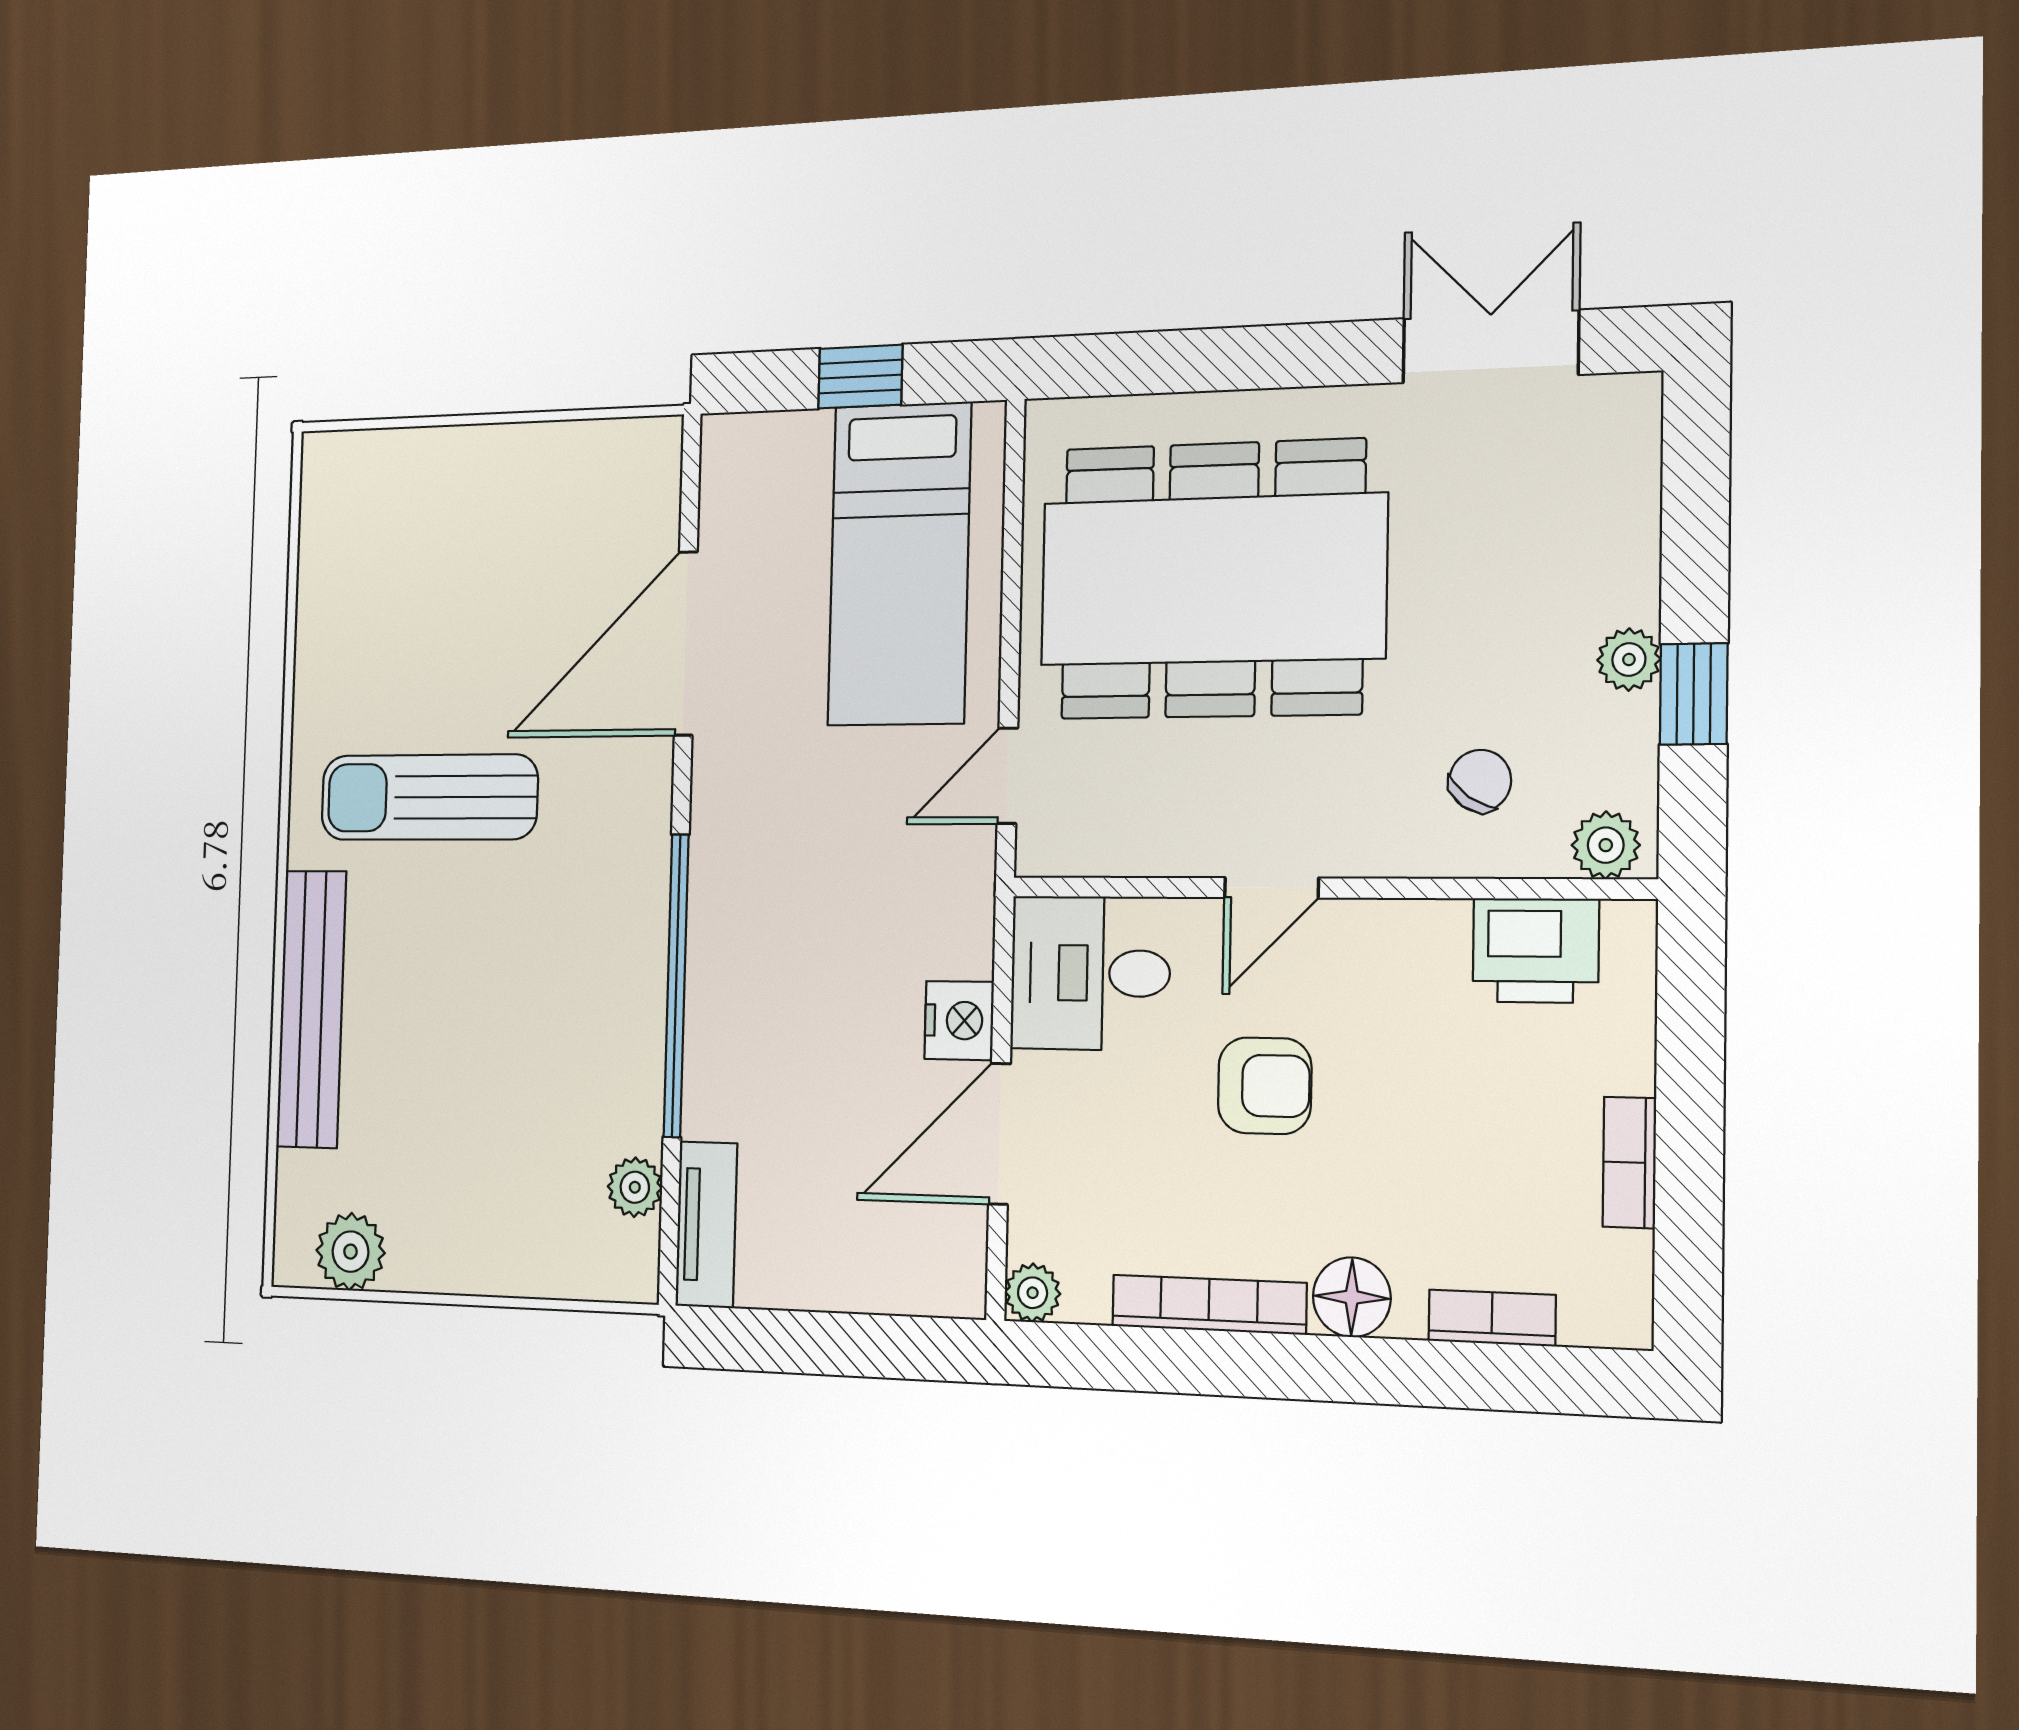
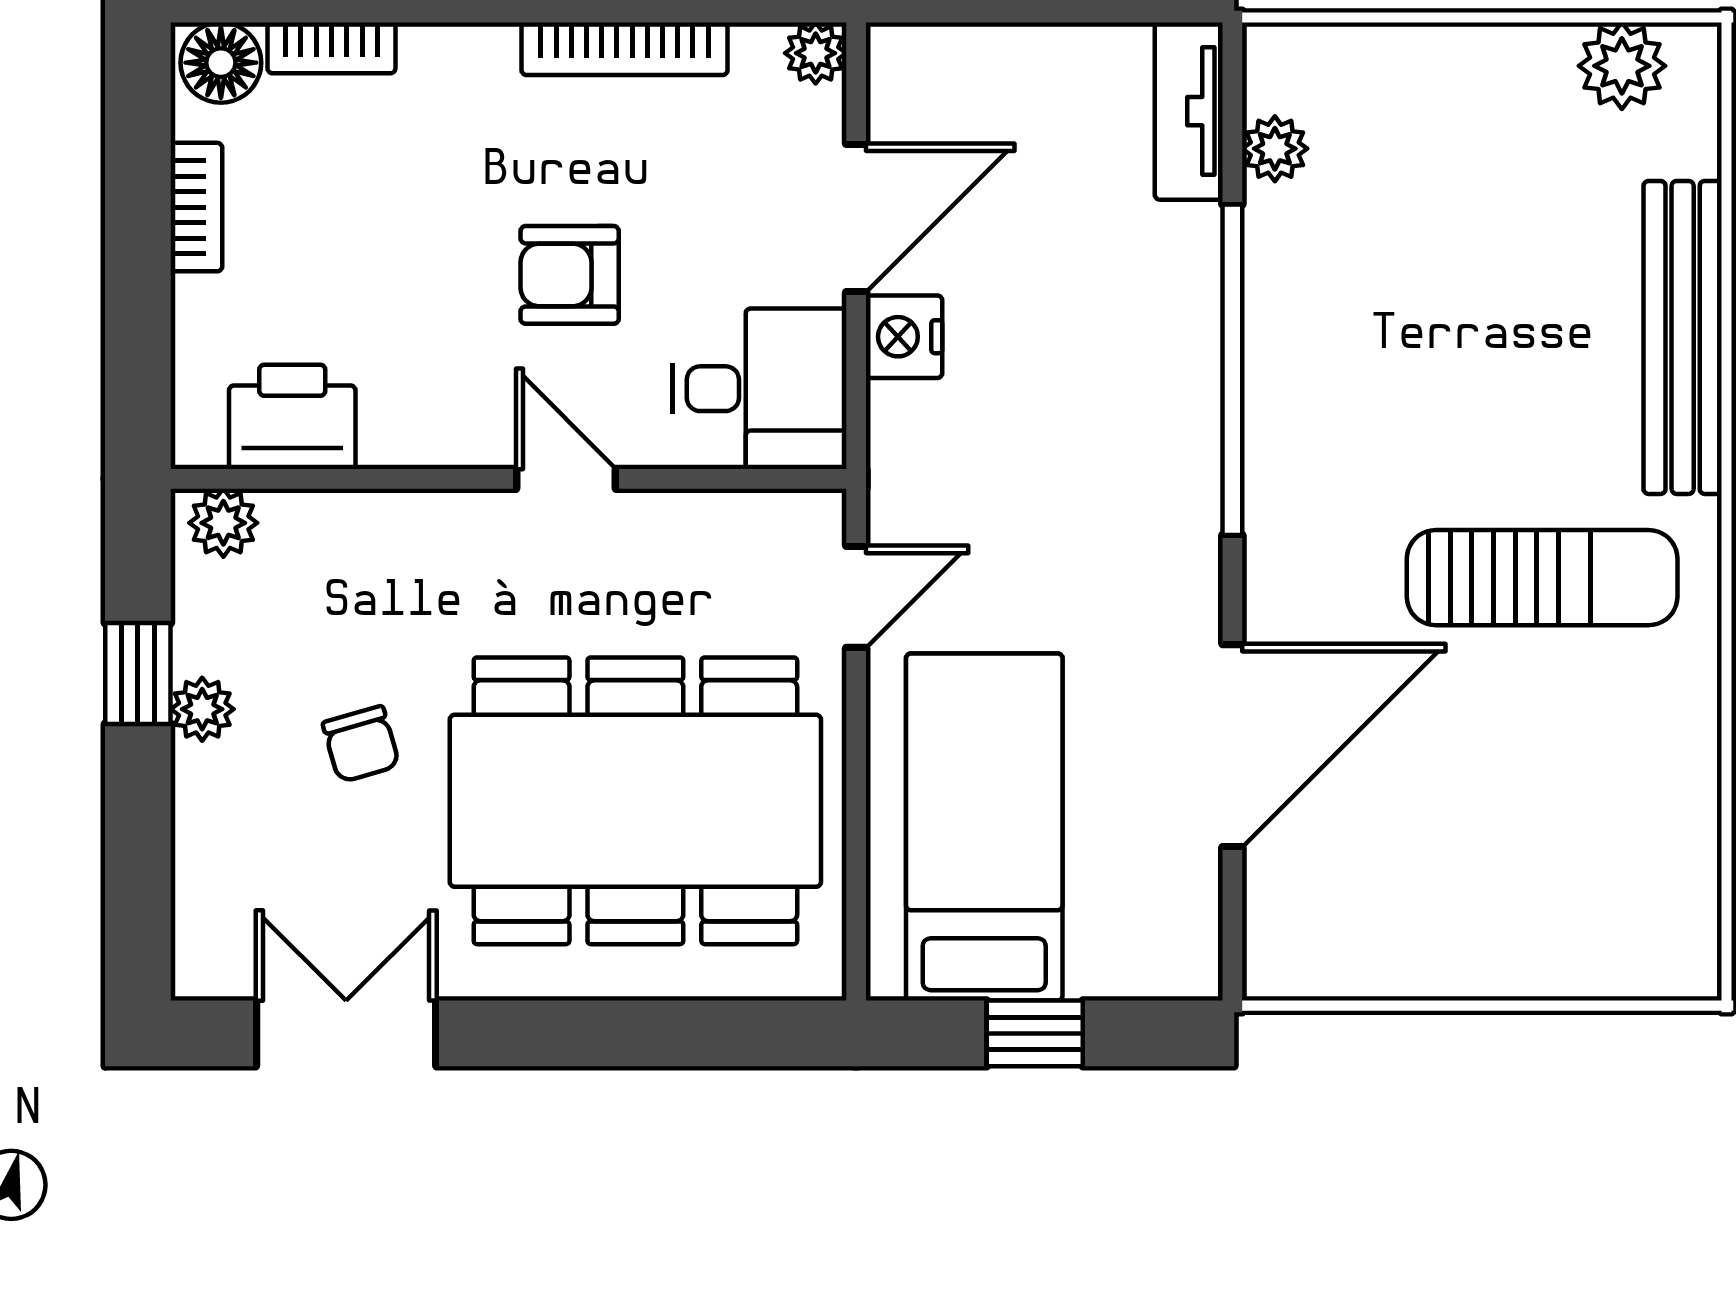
double door: (1490, 346) -> (346, 1033), swing flipped
chair: (1480, 781) -> (361, 744), moved, turned -51
door: (1271, 888) -> (566, 479), hinge flipped
floor lamp: (1352, 1297) -> (221, 63), moved

